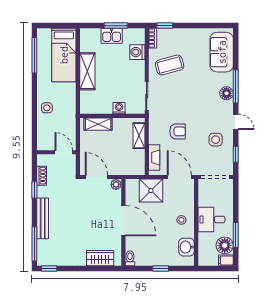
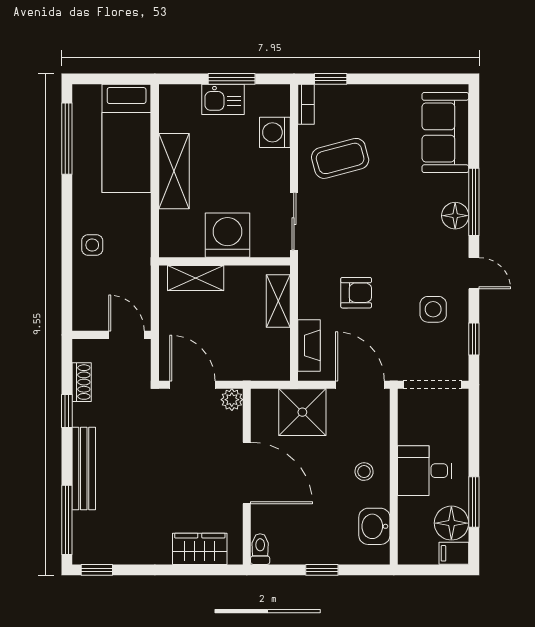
washing machine: (119, 108) -> (227, 235), width x1.89, depth x1.89

